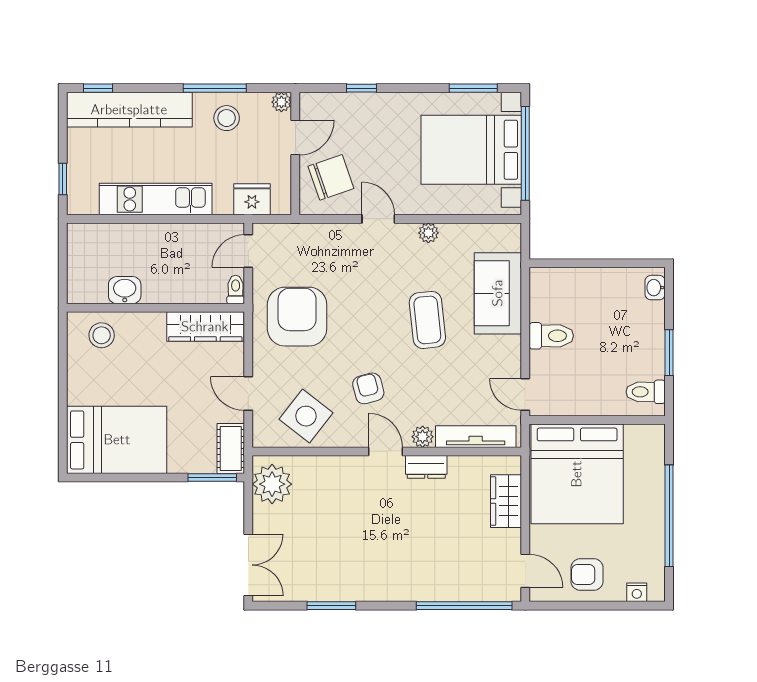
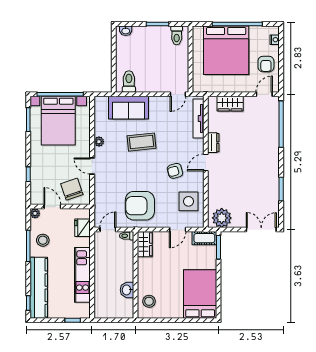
door: (378, 219) -> (92, 166), hinge flipped
door: (248, 251) -> (108, 230), swing flipped
wardrobe: (205, 327) -> (145, 244), width x0.67
toilet: (551, 336) -> (129, 81), moved
side table: (306, 416) -> (188, 201), turned -38
plant: (423, 437) -> (199, 144), removed
bed: (577, 474) -> (226, 50), moved, turned 90

